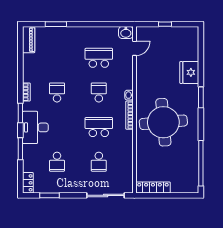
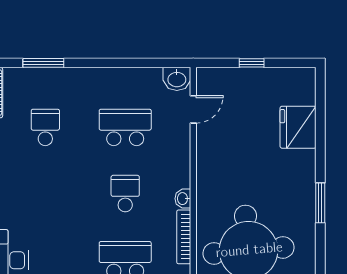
fridge: (189, 72) -> (298, 127), moved
school desk: (57, 92) -> (45, 127), moved

